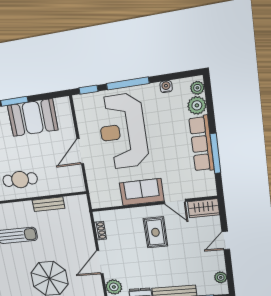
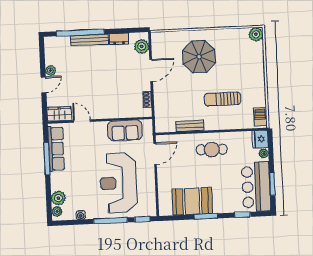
reception desk: (123, 131) -> (118, 183), turned 180
row of seats: (202, 144) -> (56, 149), moved
door: (80, 151) -> (155, 154), moved
sofa: (142, 192) -> (125, 130), moved
rug: (155, 232) -> (100, 95), removed
plant: (221, 277) -> (51, 71), moved

